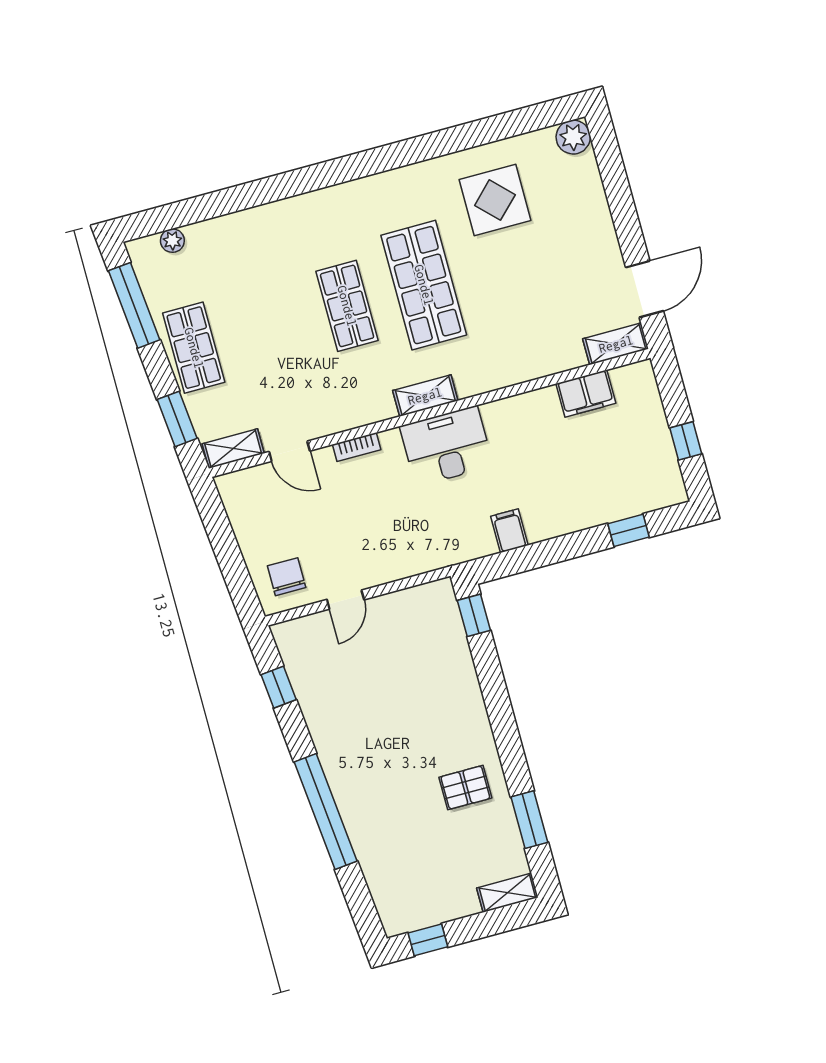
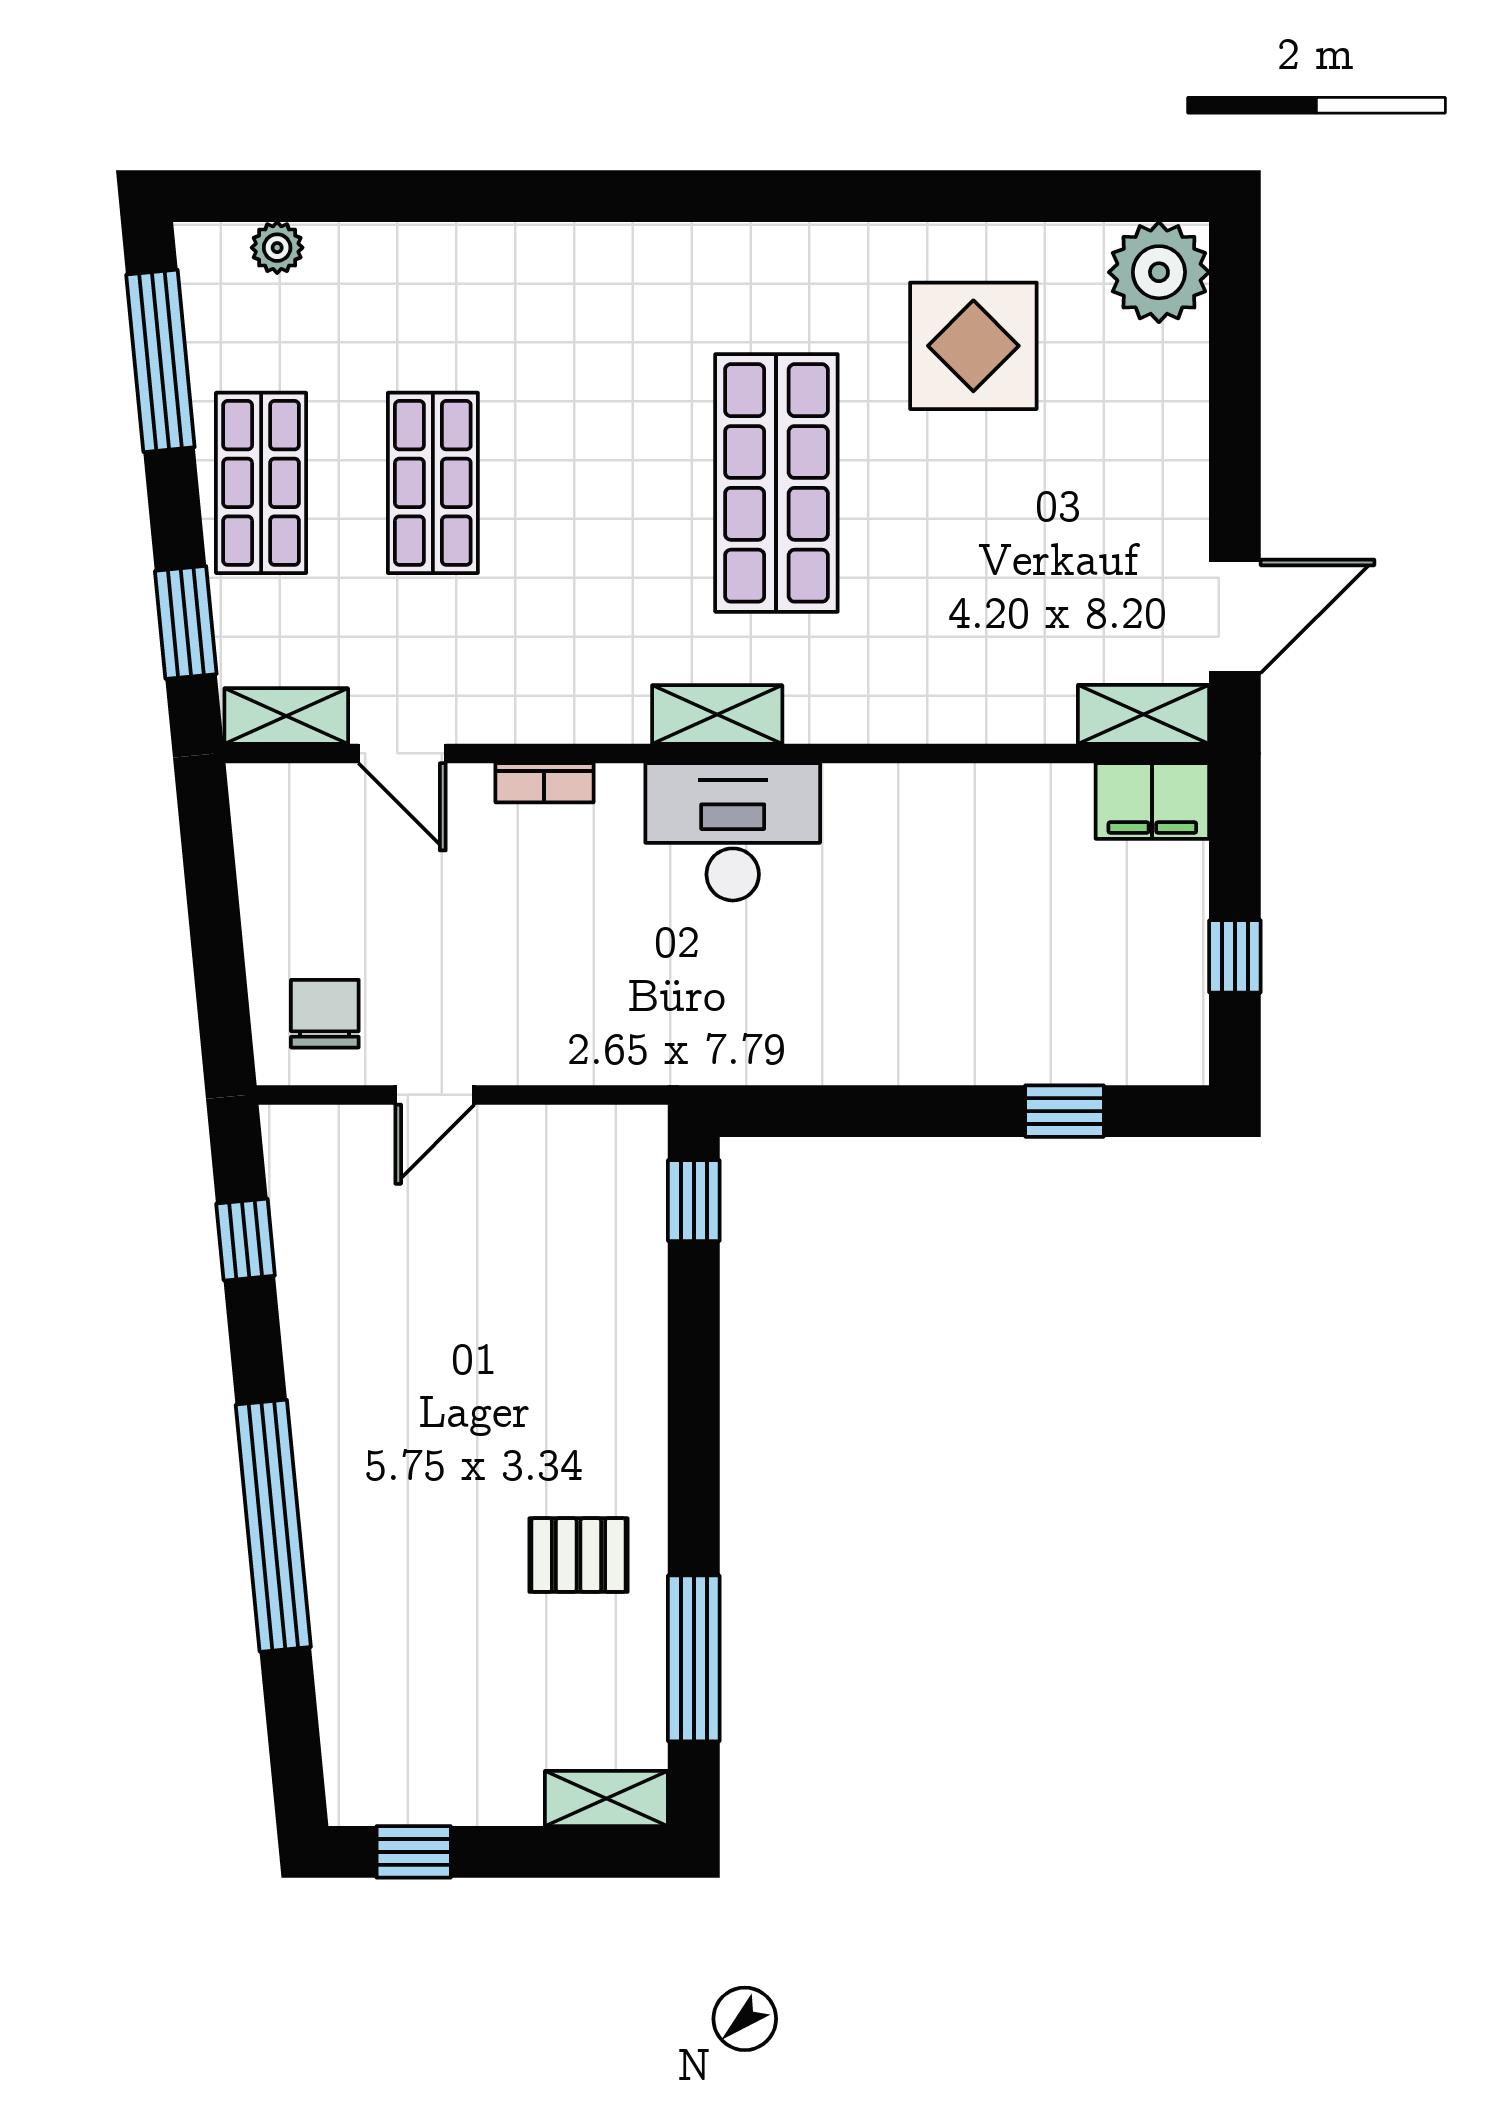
plant: (573, 137) -> (1159, 272), width x1.36, depth x1.36
shop shelf: (347, 306) -> (433, 483), moved
filing cabinet: (586, 393) -> (1152, 801), moved
filing cabinet: (509, 531) -> (816, 1044), removed
window: (529, 820) -> (694, 1658), width x1.44

